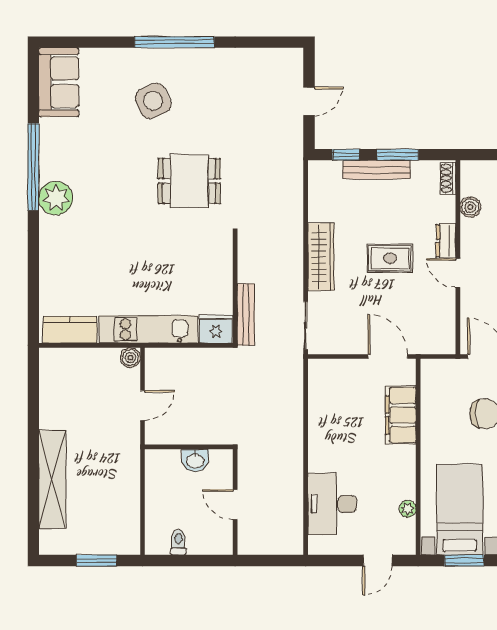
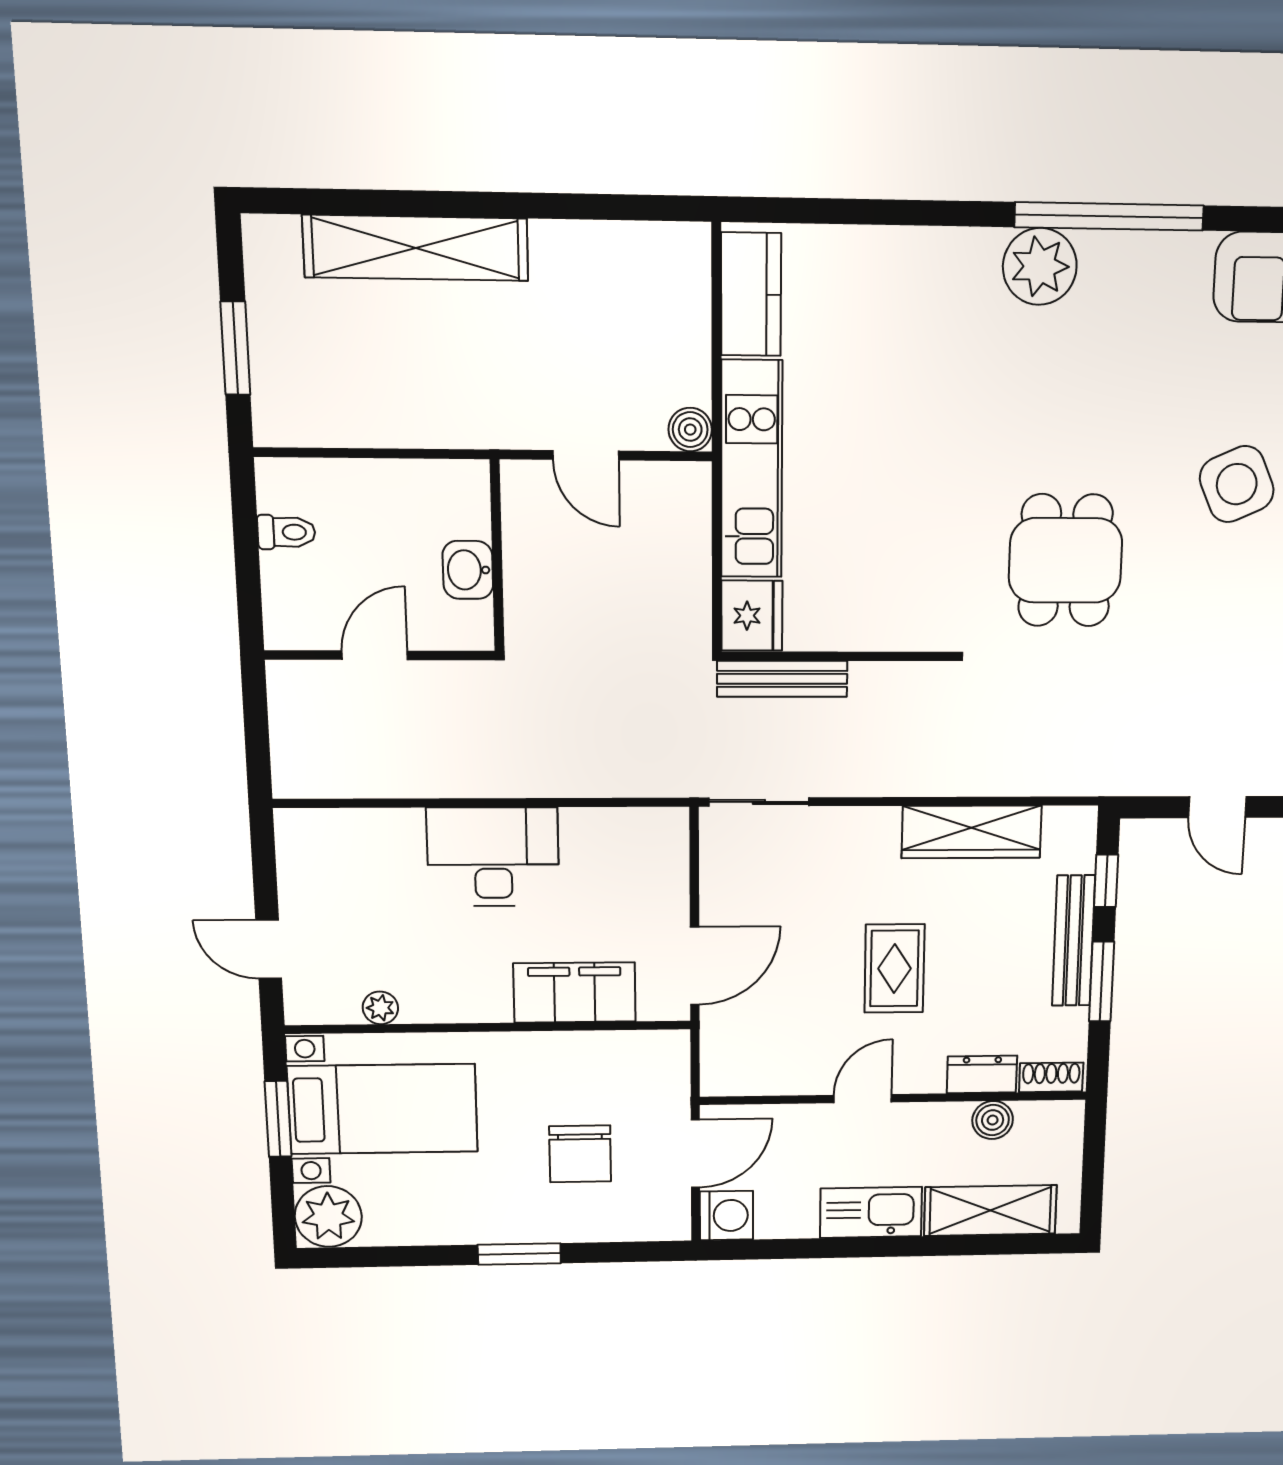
dresser: (446, 241) -> (982, 1074), moved
wardrobe: (321, 257) -> (972, 832), moved
desk: (332, 504) -> (493, 857), moved

